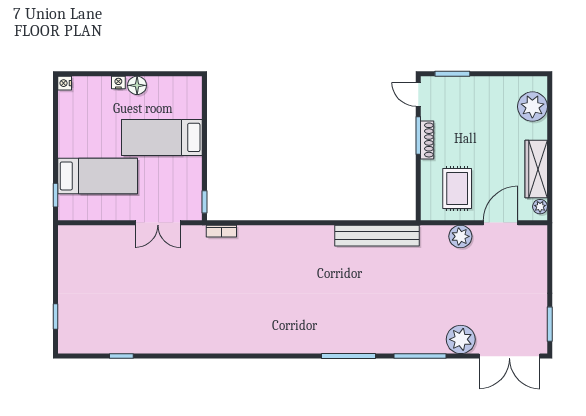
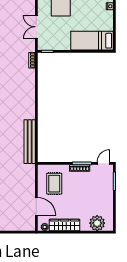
floor lamp: (137, 85) -> (108, 16), removed
bed: (162, 137) -> (92, 41), moved, turned -90
rug: (457, 189) -> (54, 184), turned 90
plant: (460, 236) -> (29, 185), removed

